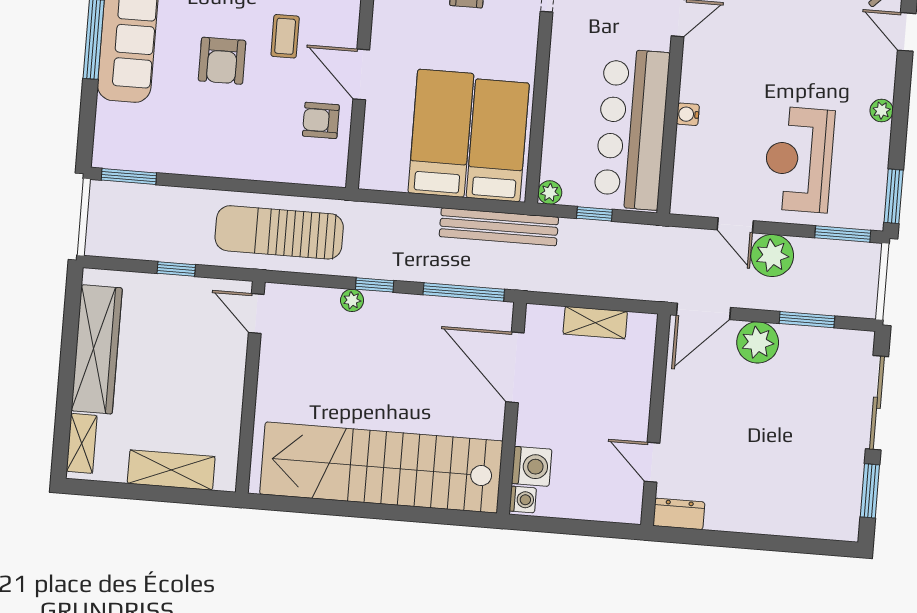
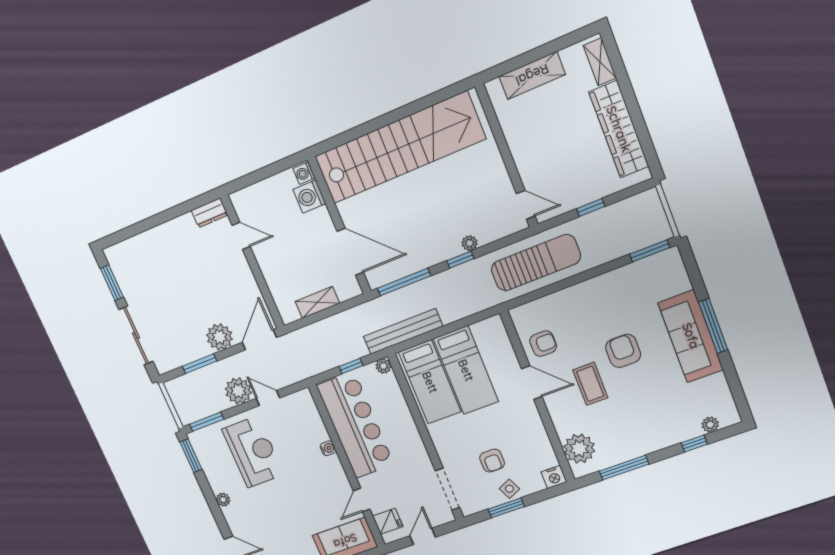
coffee table: (285, 36) -> (590, 384), width x1.36, depth x1.30

